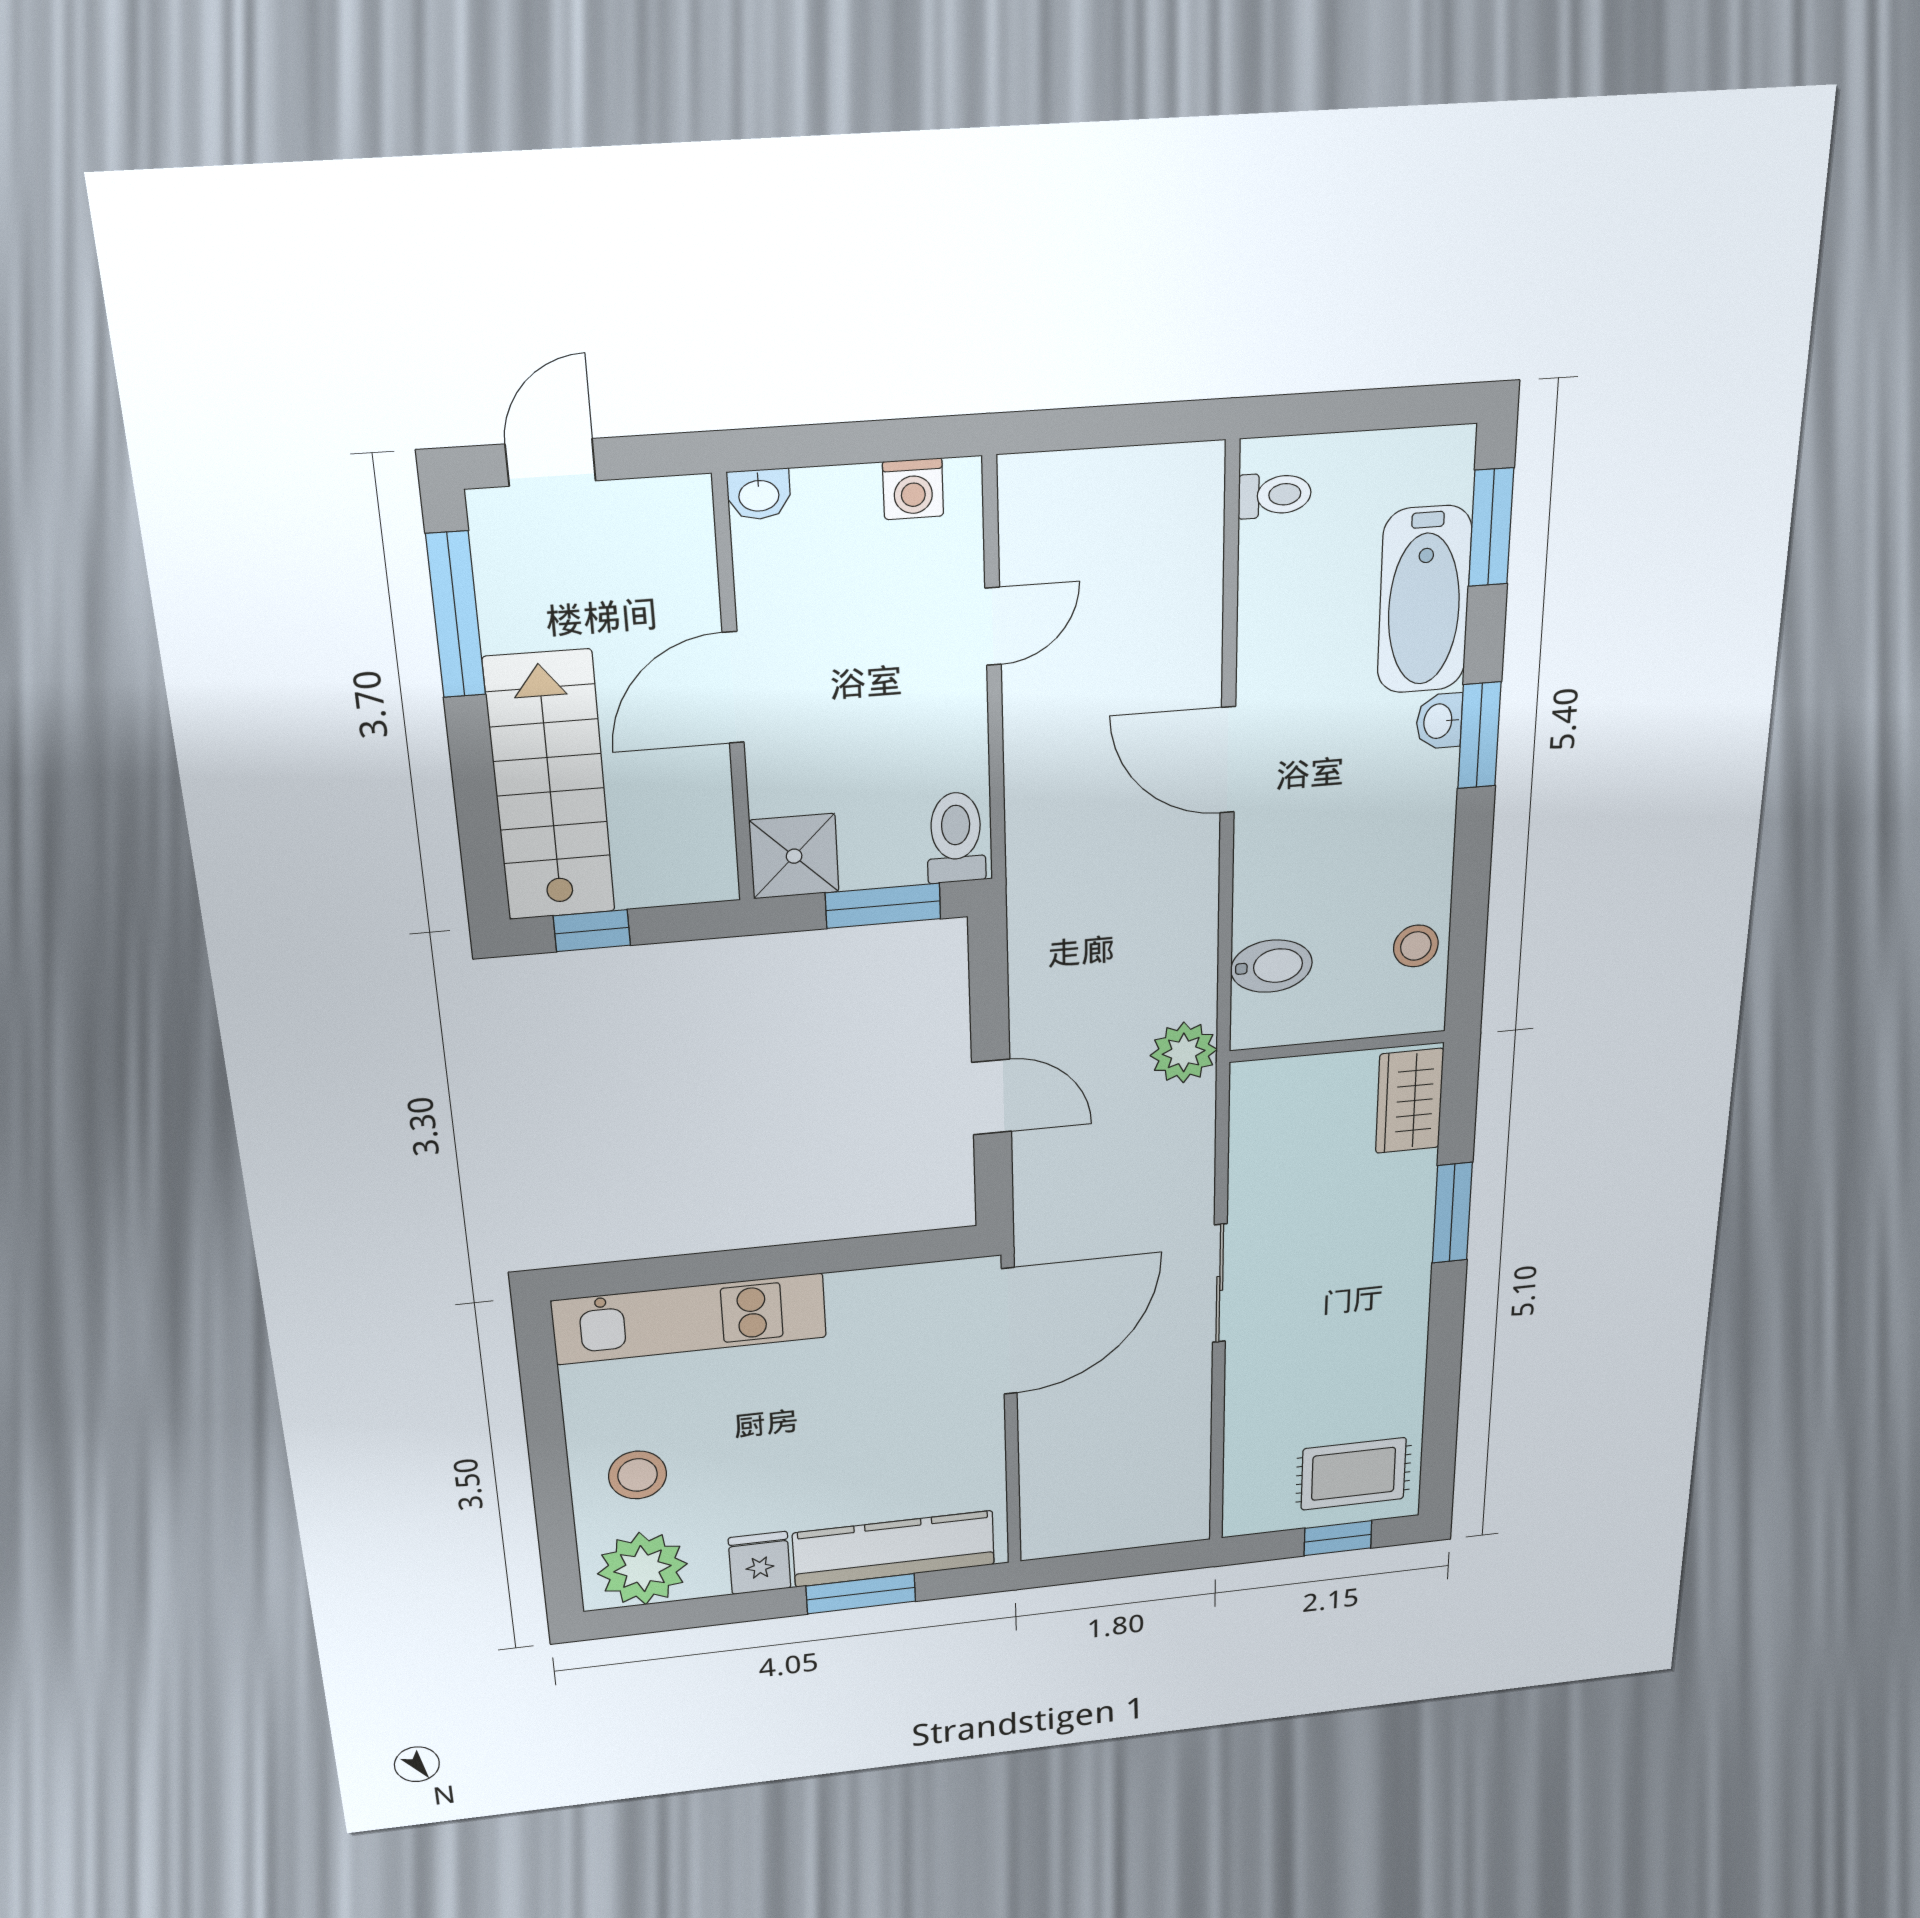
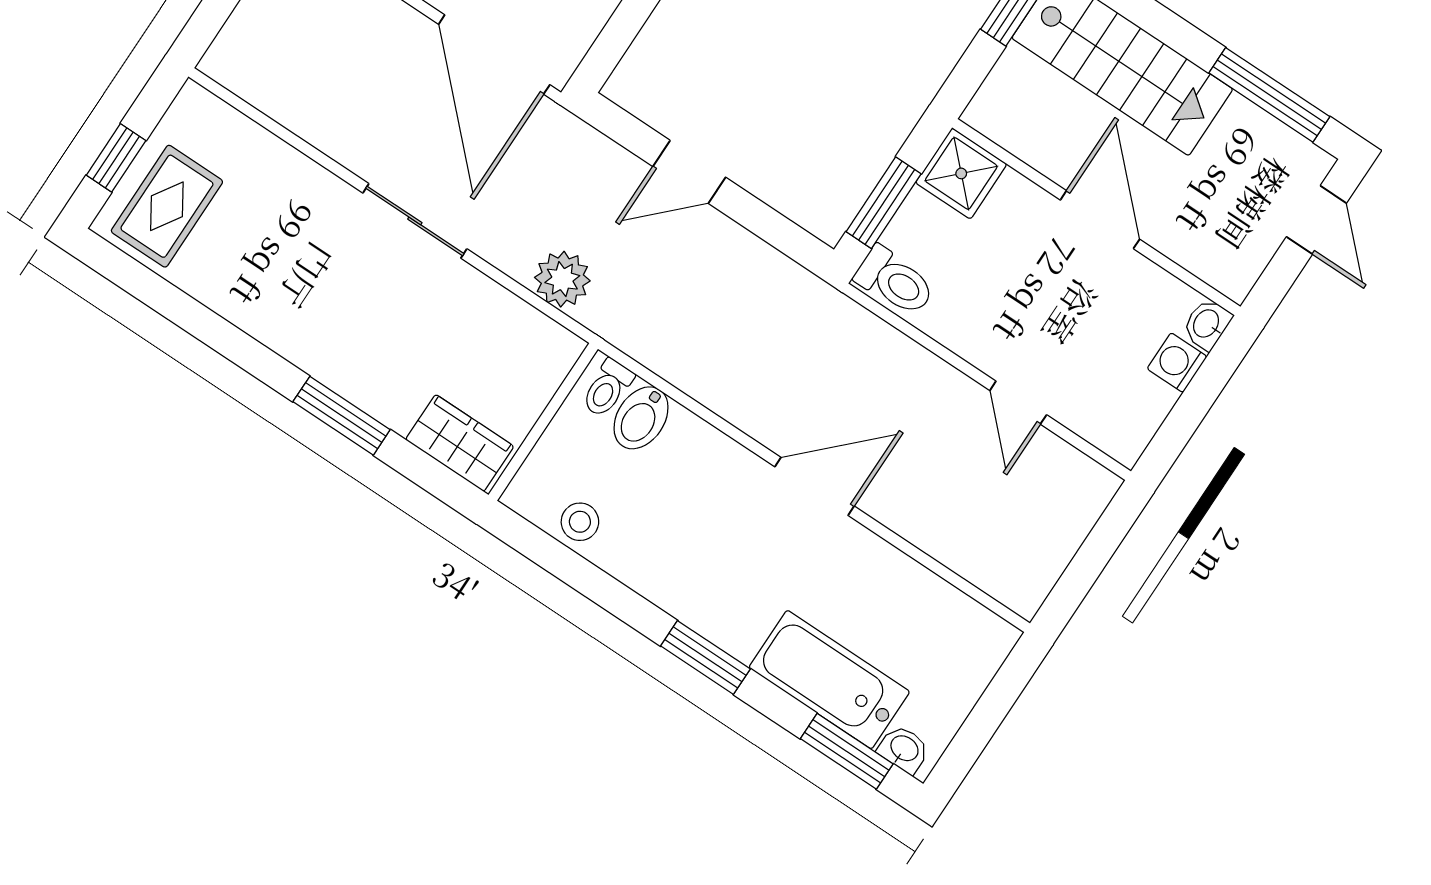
washing machine: (913, 489) -> (1177, 363), moved
toilet: (1275, 495) -> (607, 388), moved
washbasin: (1439, 721) -> (904, 749), moved
plant: (1184, 1052) -> (562, 279), moved

